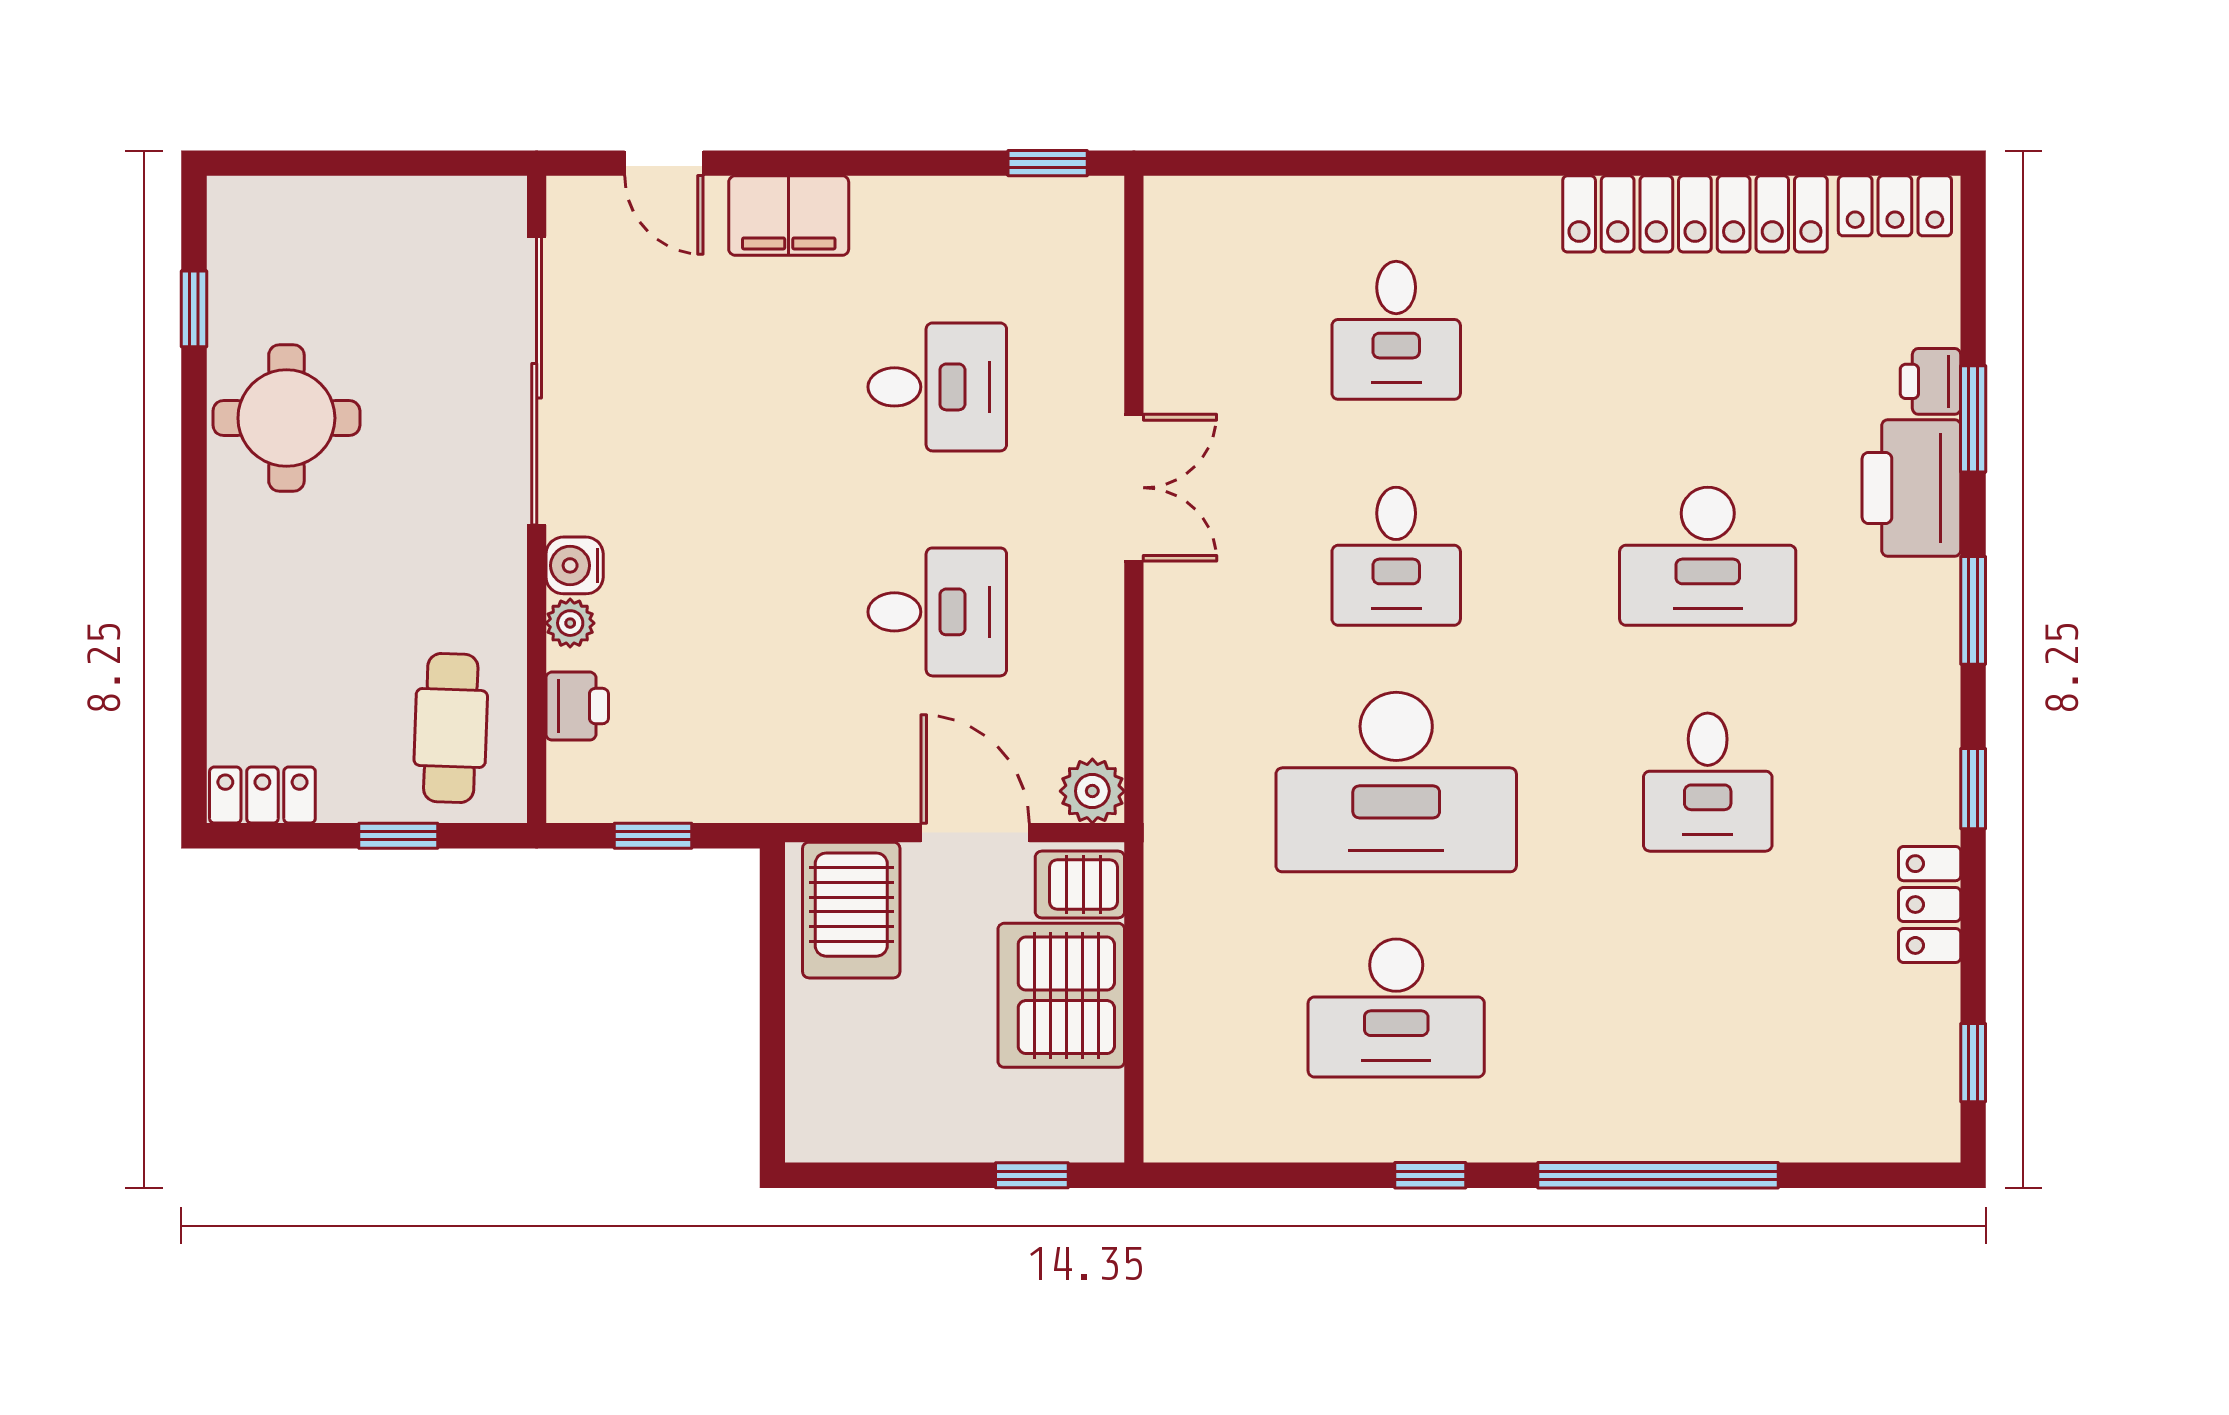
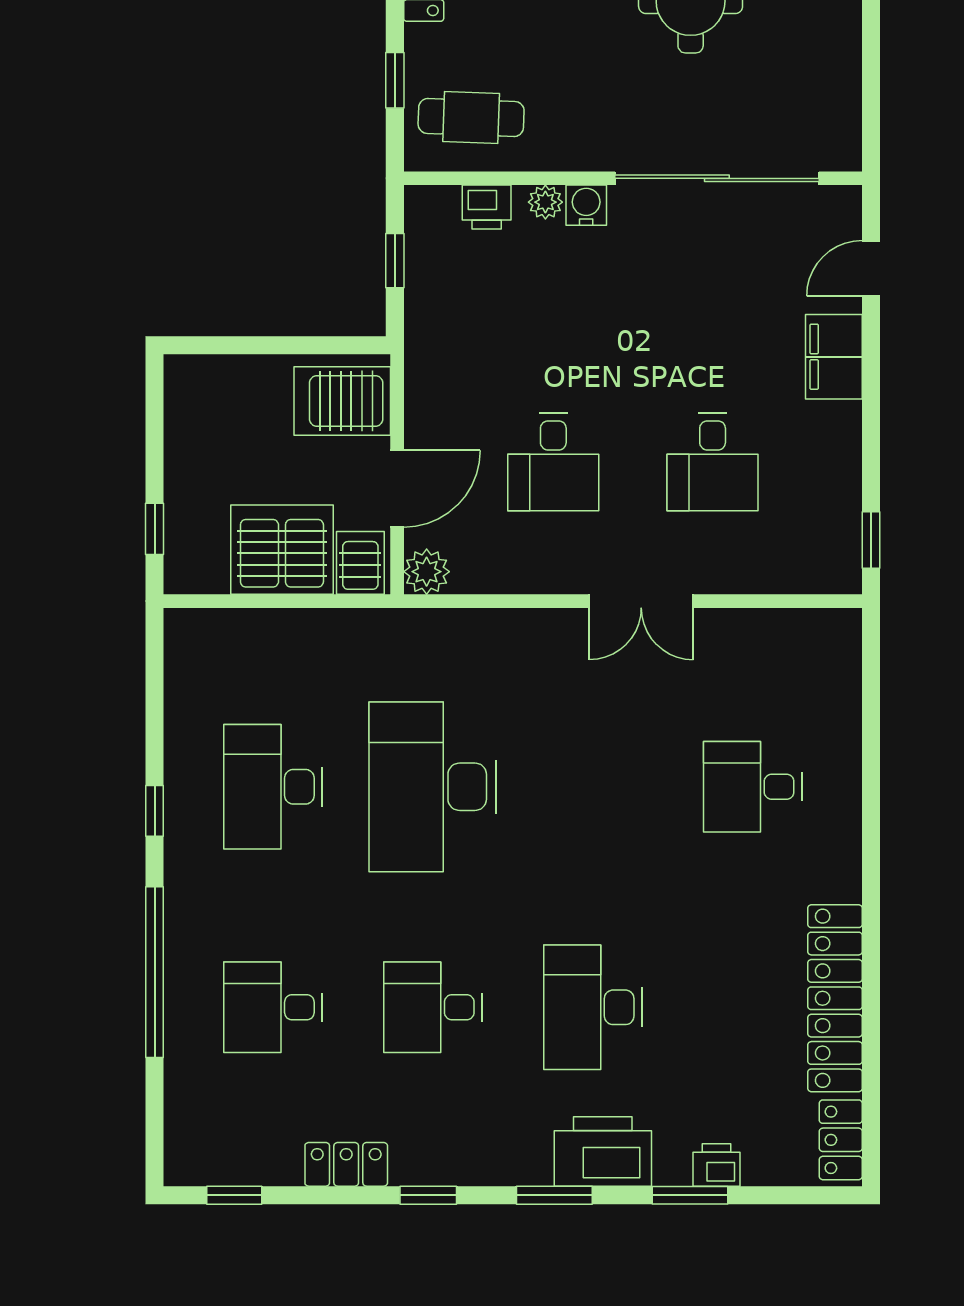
printer: (1911, 488) -> (603, 1151), moved
desk: (1396, 556) -> (273, 1007), moved

